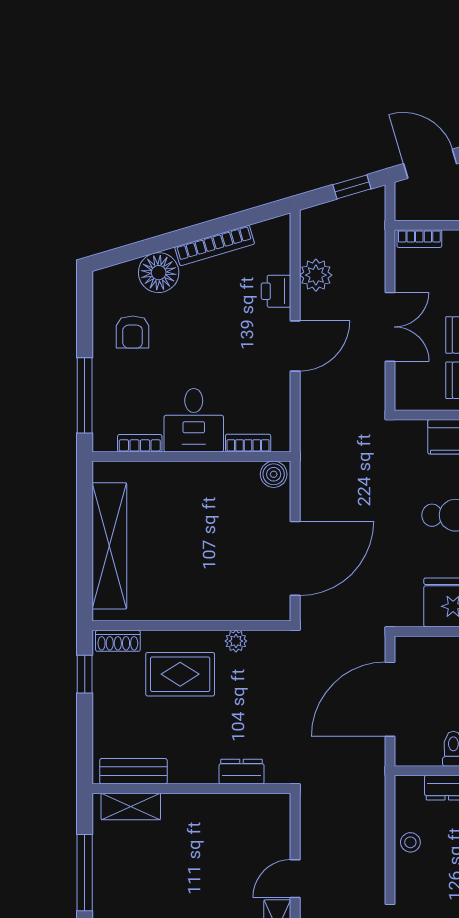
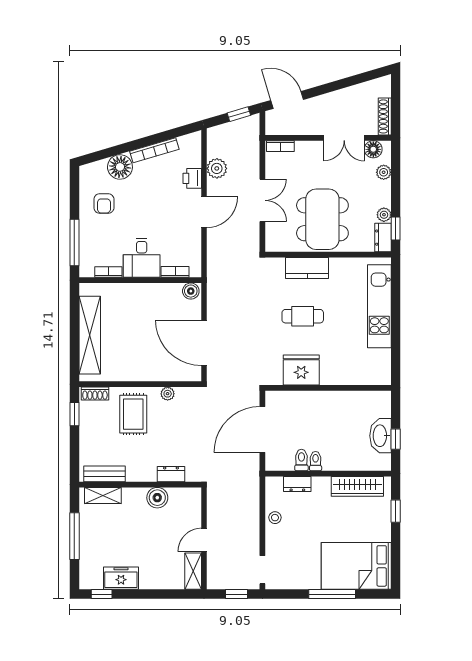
door: (295, 558) -> (204, 343), swing flipped
rug: (180, 674) -> (133, 414), turned 90
boiler: (219, 810) -> (157, 498), added

